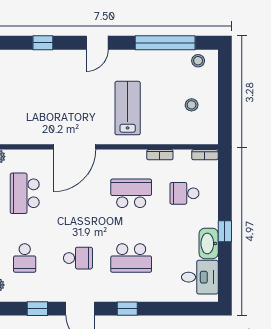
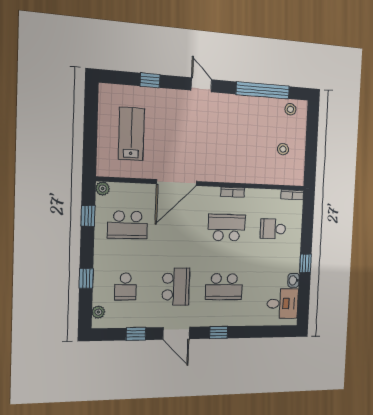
door: (97, 43) -> (201, 85), swing flipped
lab bench: (128, 108) -> (131, 134), moved
bookcase: (160, 155) -> (233, 192), moved
school desk: (25, 193) -> (128, 225), turned -90
washbasin: (209, 243) -> (294, 280), width x0.52, depth x0.69
school desk: (78, 258) -> (176, 287), width x1.85

